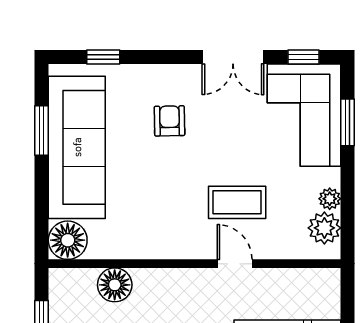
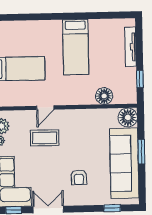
window: (42, 130) -> (141, 152), moved
door: (235, 264) -> (45, 108), hinge flipped

